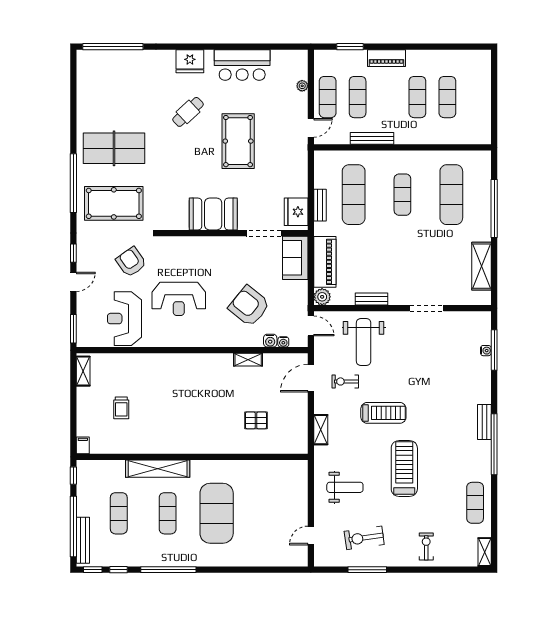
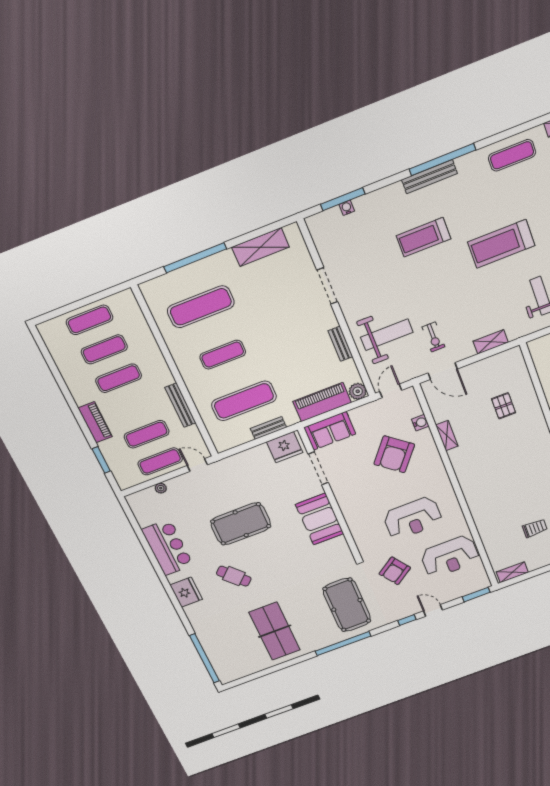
exercise mat: (477, 97) -> (89, 320), added
table tennis table: (114, 148) -> (275, 631), moved
reception desk: (179, 299) -> (413, 518), turned 90
water cooler: (283, 342) -> (417, 410), removed
treadmill: (383, 413) -> (423, 237), moved, turned -90
bench: (484, 422) -> (429, 177), width x1.36

